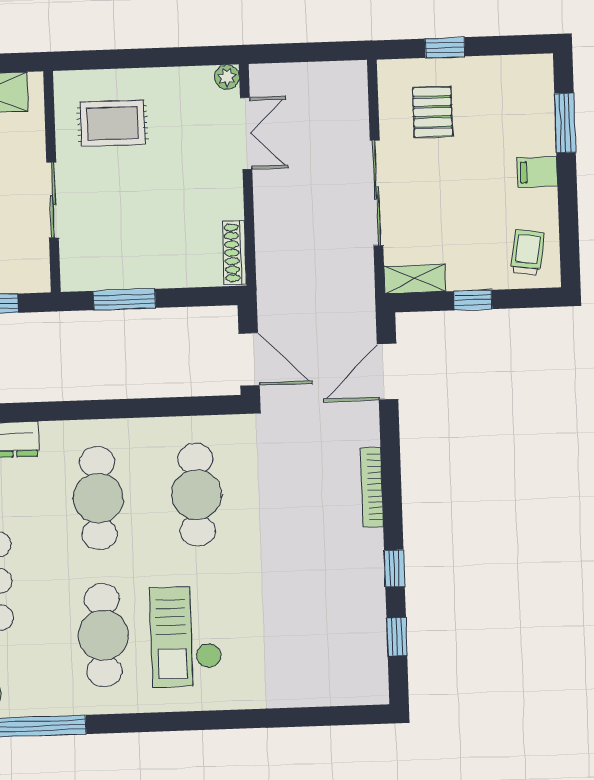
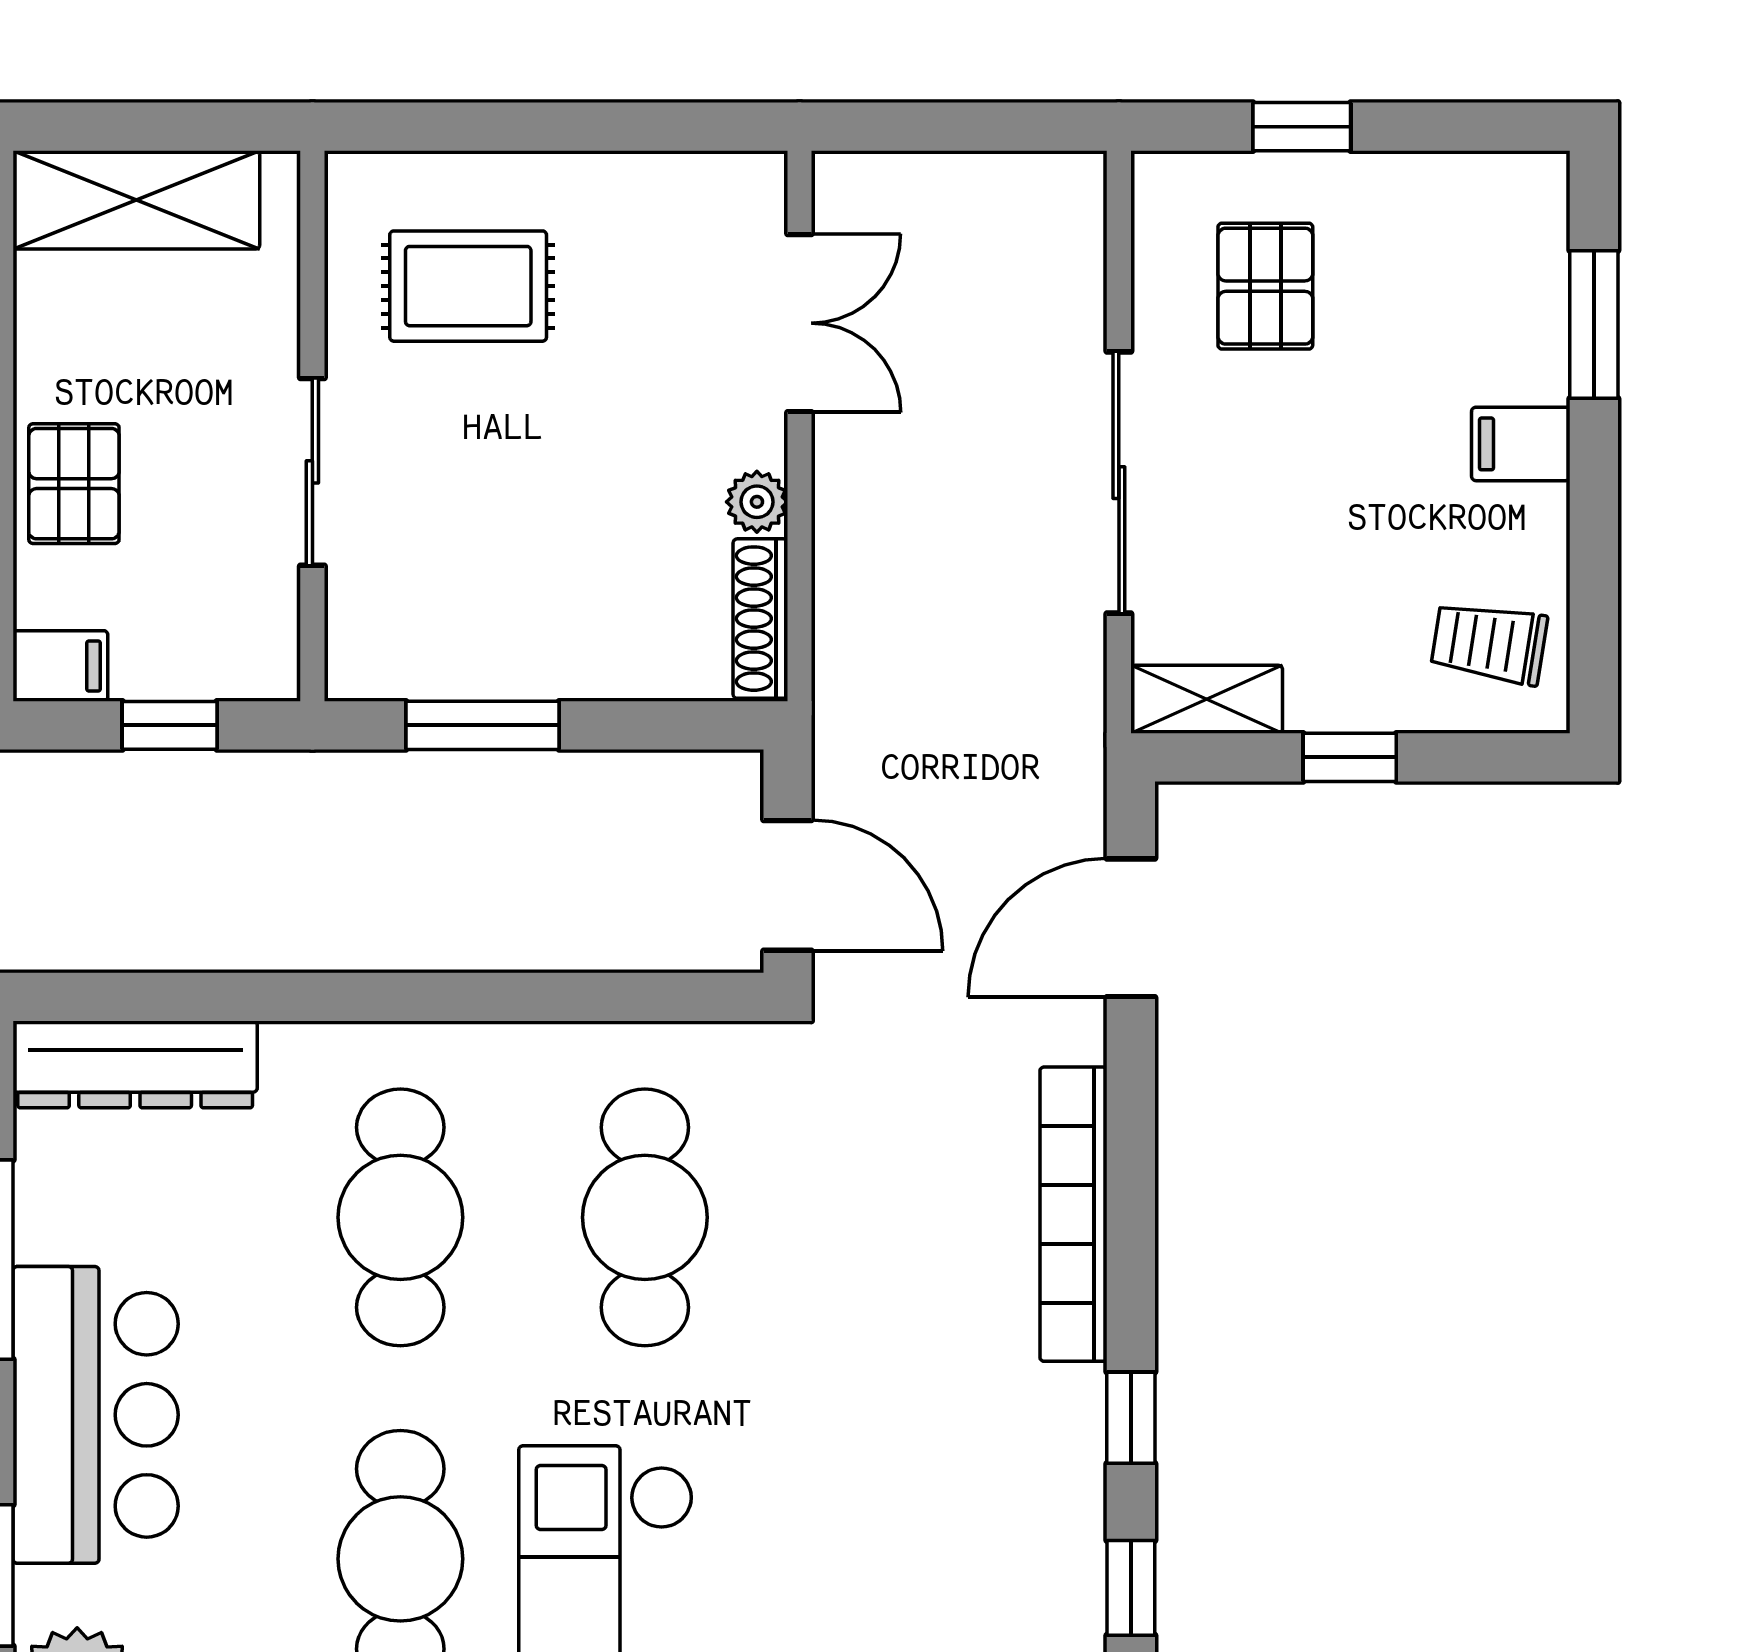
plant: (227, 77) -> (757, 502), moved
trolley: (527, 252) -> (1489, 643), turned -90
bookcase: (372, 487) -> (1073, 1214), width x1.48, depth x1.31

